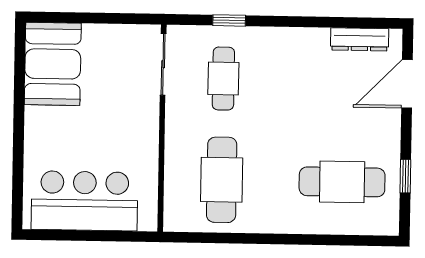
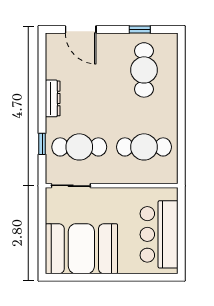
dresser: (360, 39) -> (53, 98), moved
booth: (53, 64) -> (81, 249), width x1.36, depth x1.42
cafe table: (223, 79) -> (79, 147), width x1.37, depth x1.35

